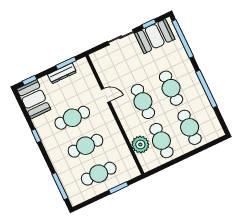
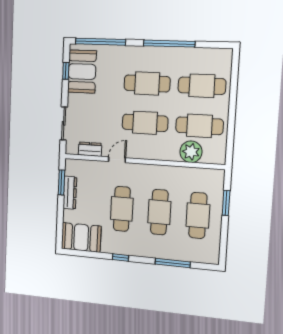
sliding door: (121, 37) -> (64, 123), moved
dresser: (102, 72) -> (90, 149), added
window: (30, 80) -> (60, 230), removed
window: (60, 186) -> (173, 263), moved

